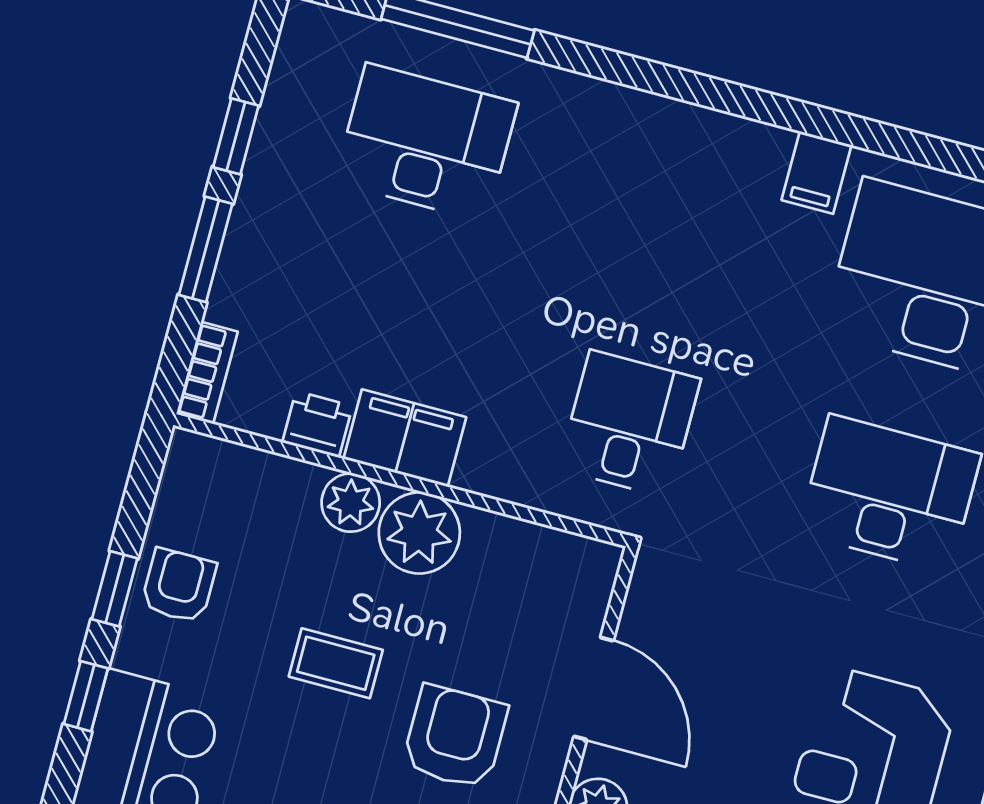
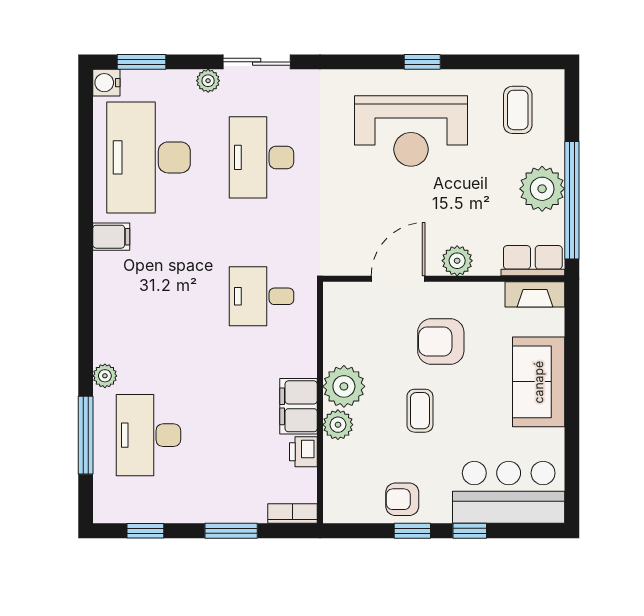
plant: (559, 91) -> (105, 376), added
window: (236, 136) -> (145, 531), moved

